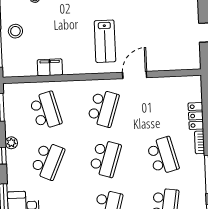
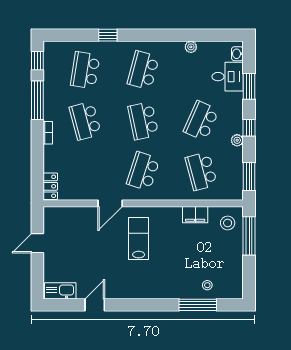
stool: (15, 31) -> (228, 223), moved
locker: (196, 116) -> (50, 186), moved
school desk: (105, 158) -> (143, 121), turned -30

